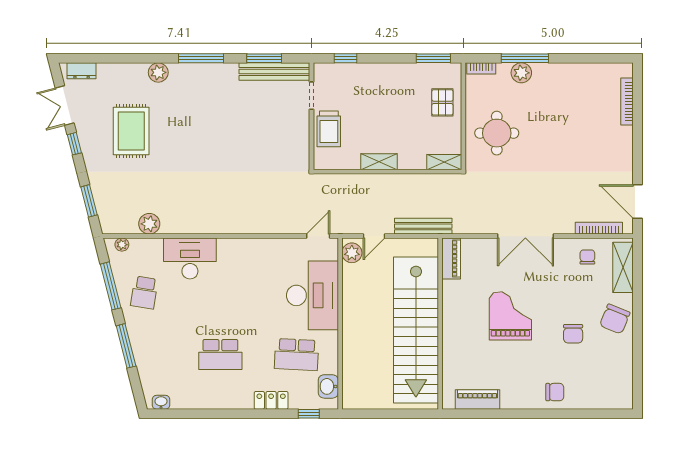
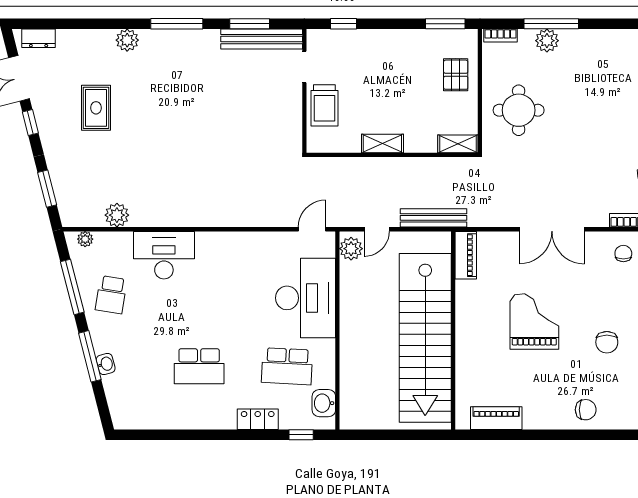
rug: (131, 131) -> (96, 108), width x0.73, depth x0.70
washbasin: (161, 402) -> (106, 364), moved, turned 76

